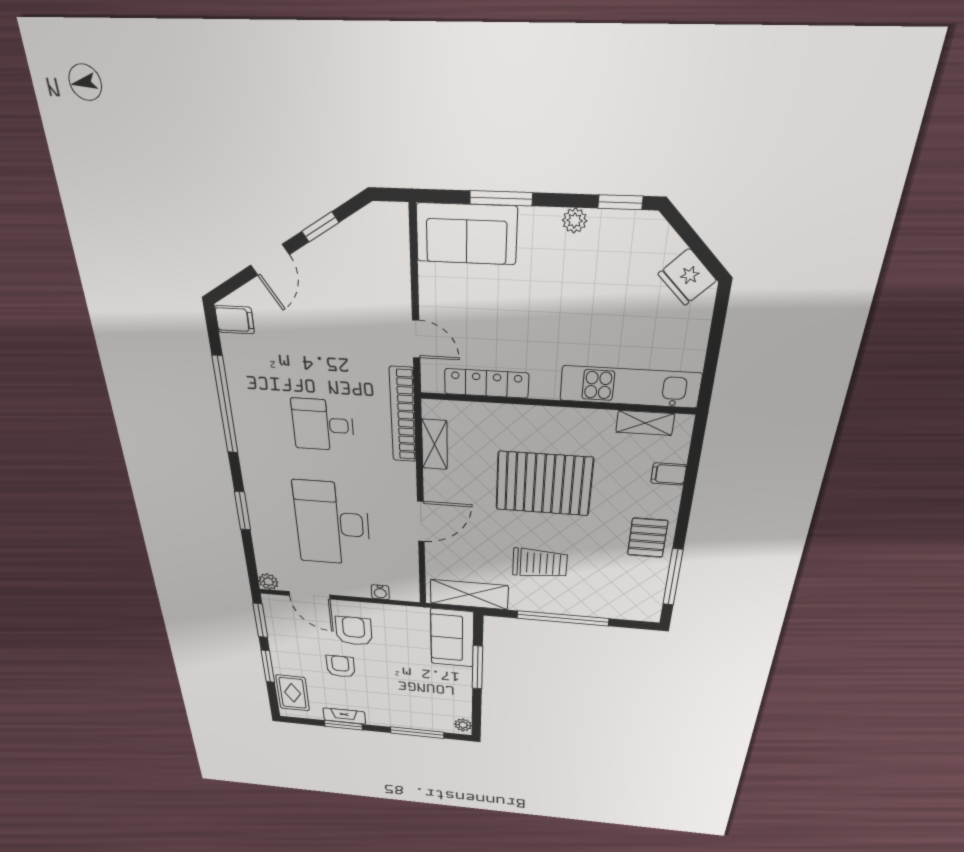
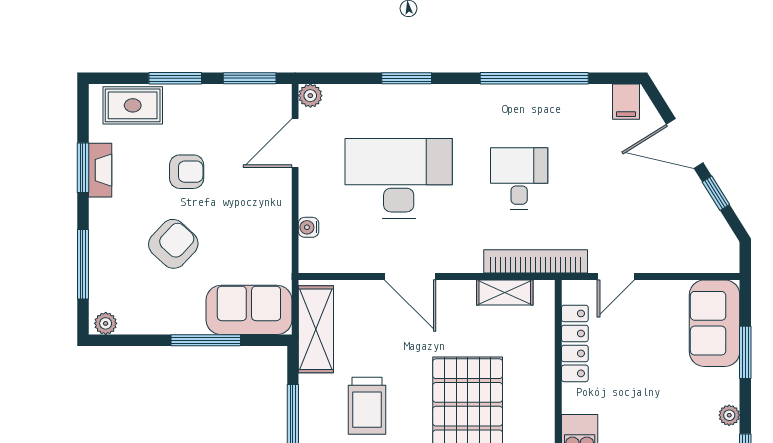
door: (270, 260) -> (685, 143), width x1.38
armchair: (354, 631) -> (173, 244), moved, turned -47

